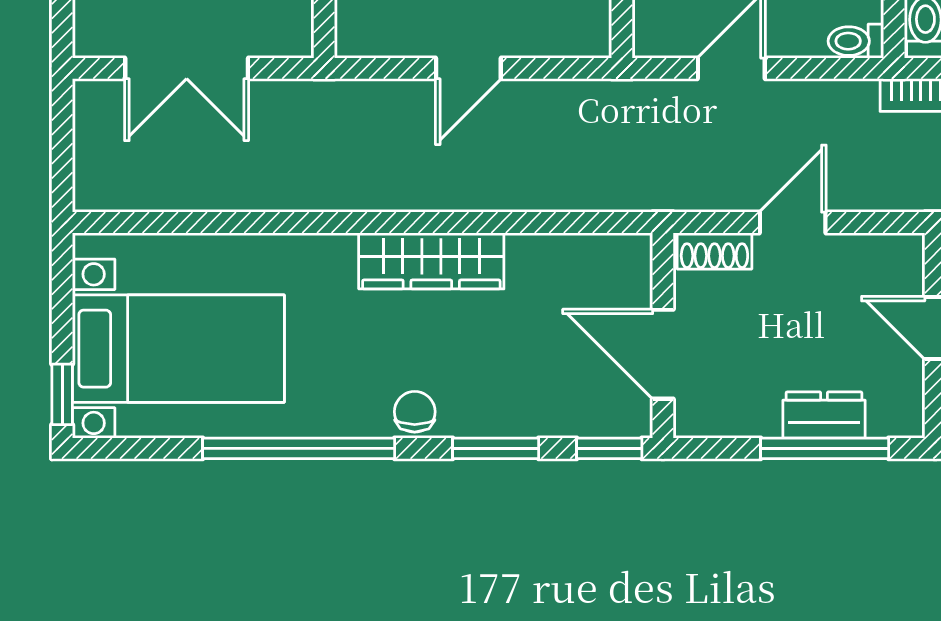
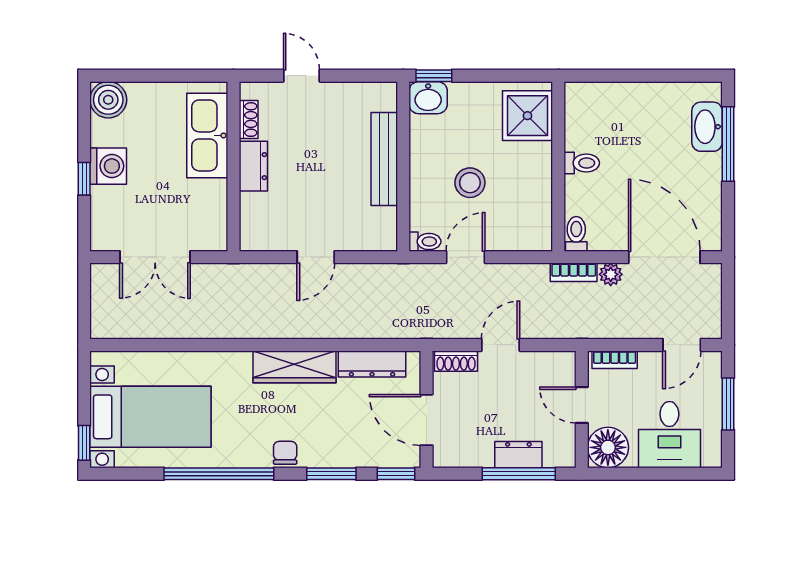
toilet: (856, 41) -> (425, 242), moved, turned 180
dresser: (567, 256) -> (372, 364), added

